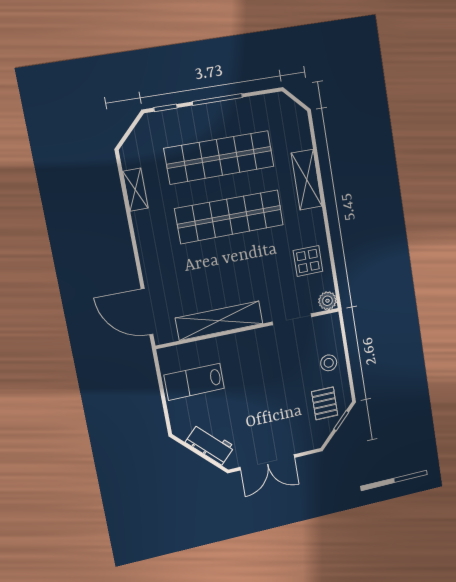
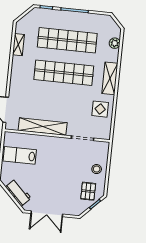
shelving: (307, 180) -> (110, 78), moved
plant: (327, 301) -> (115, 43), moved

